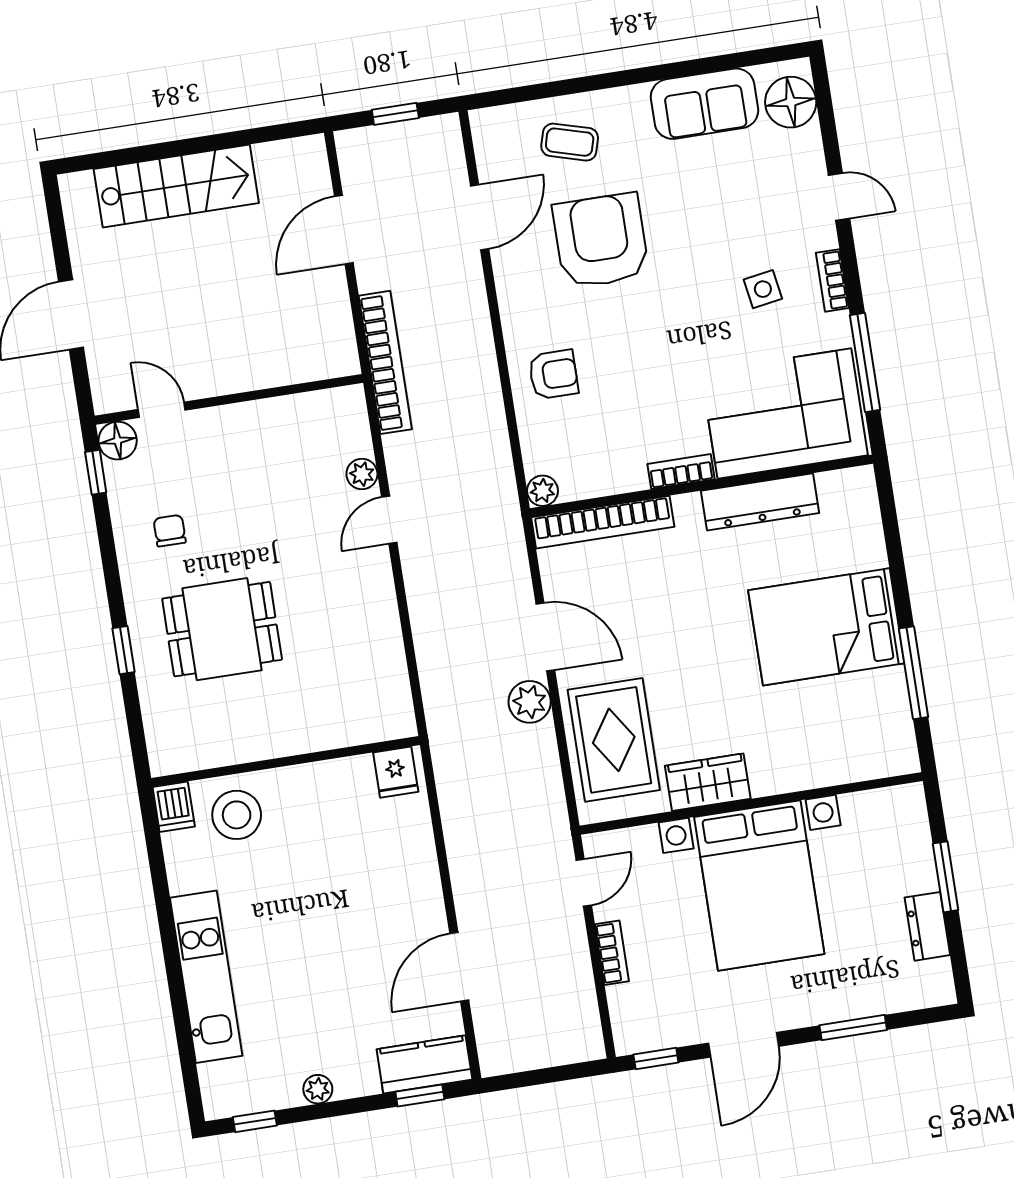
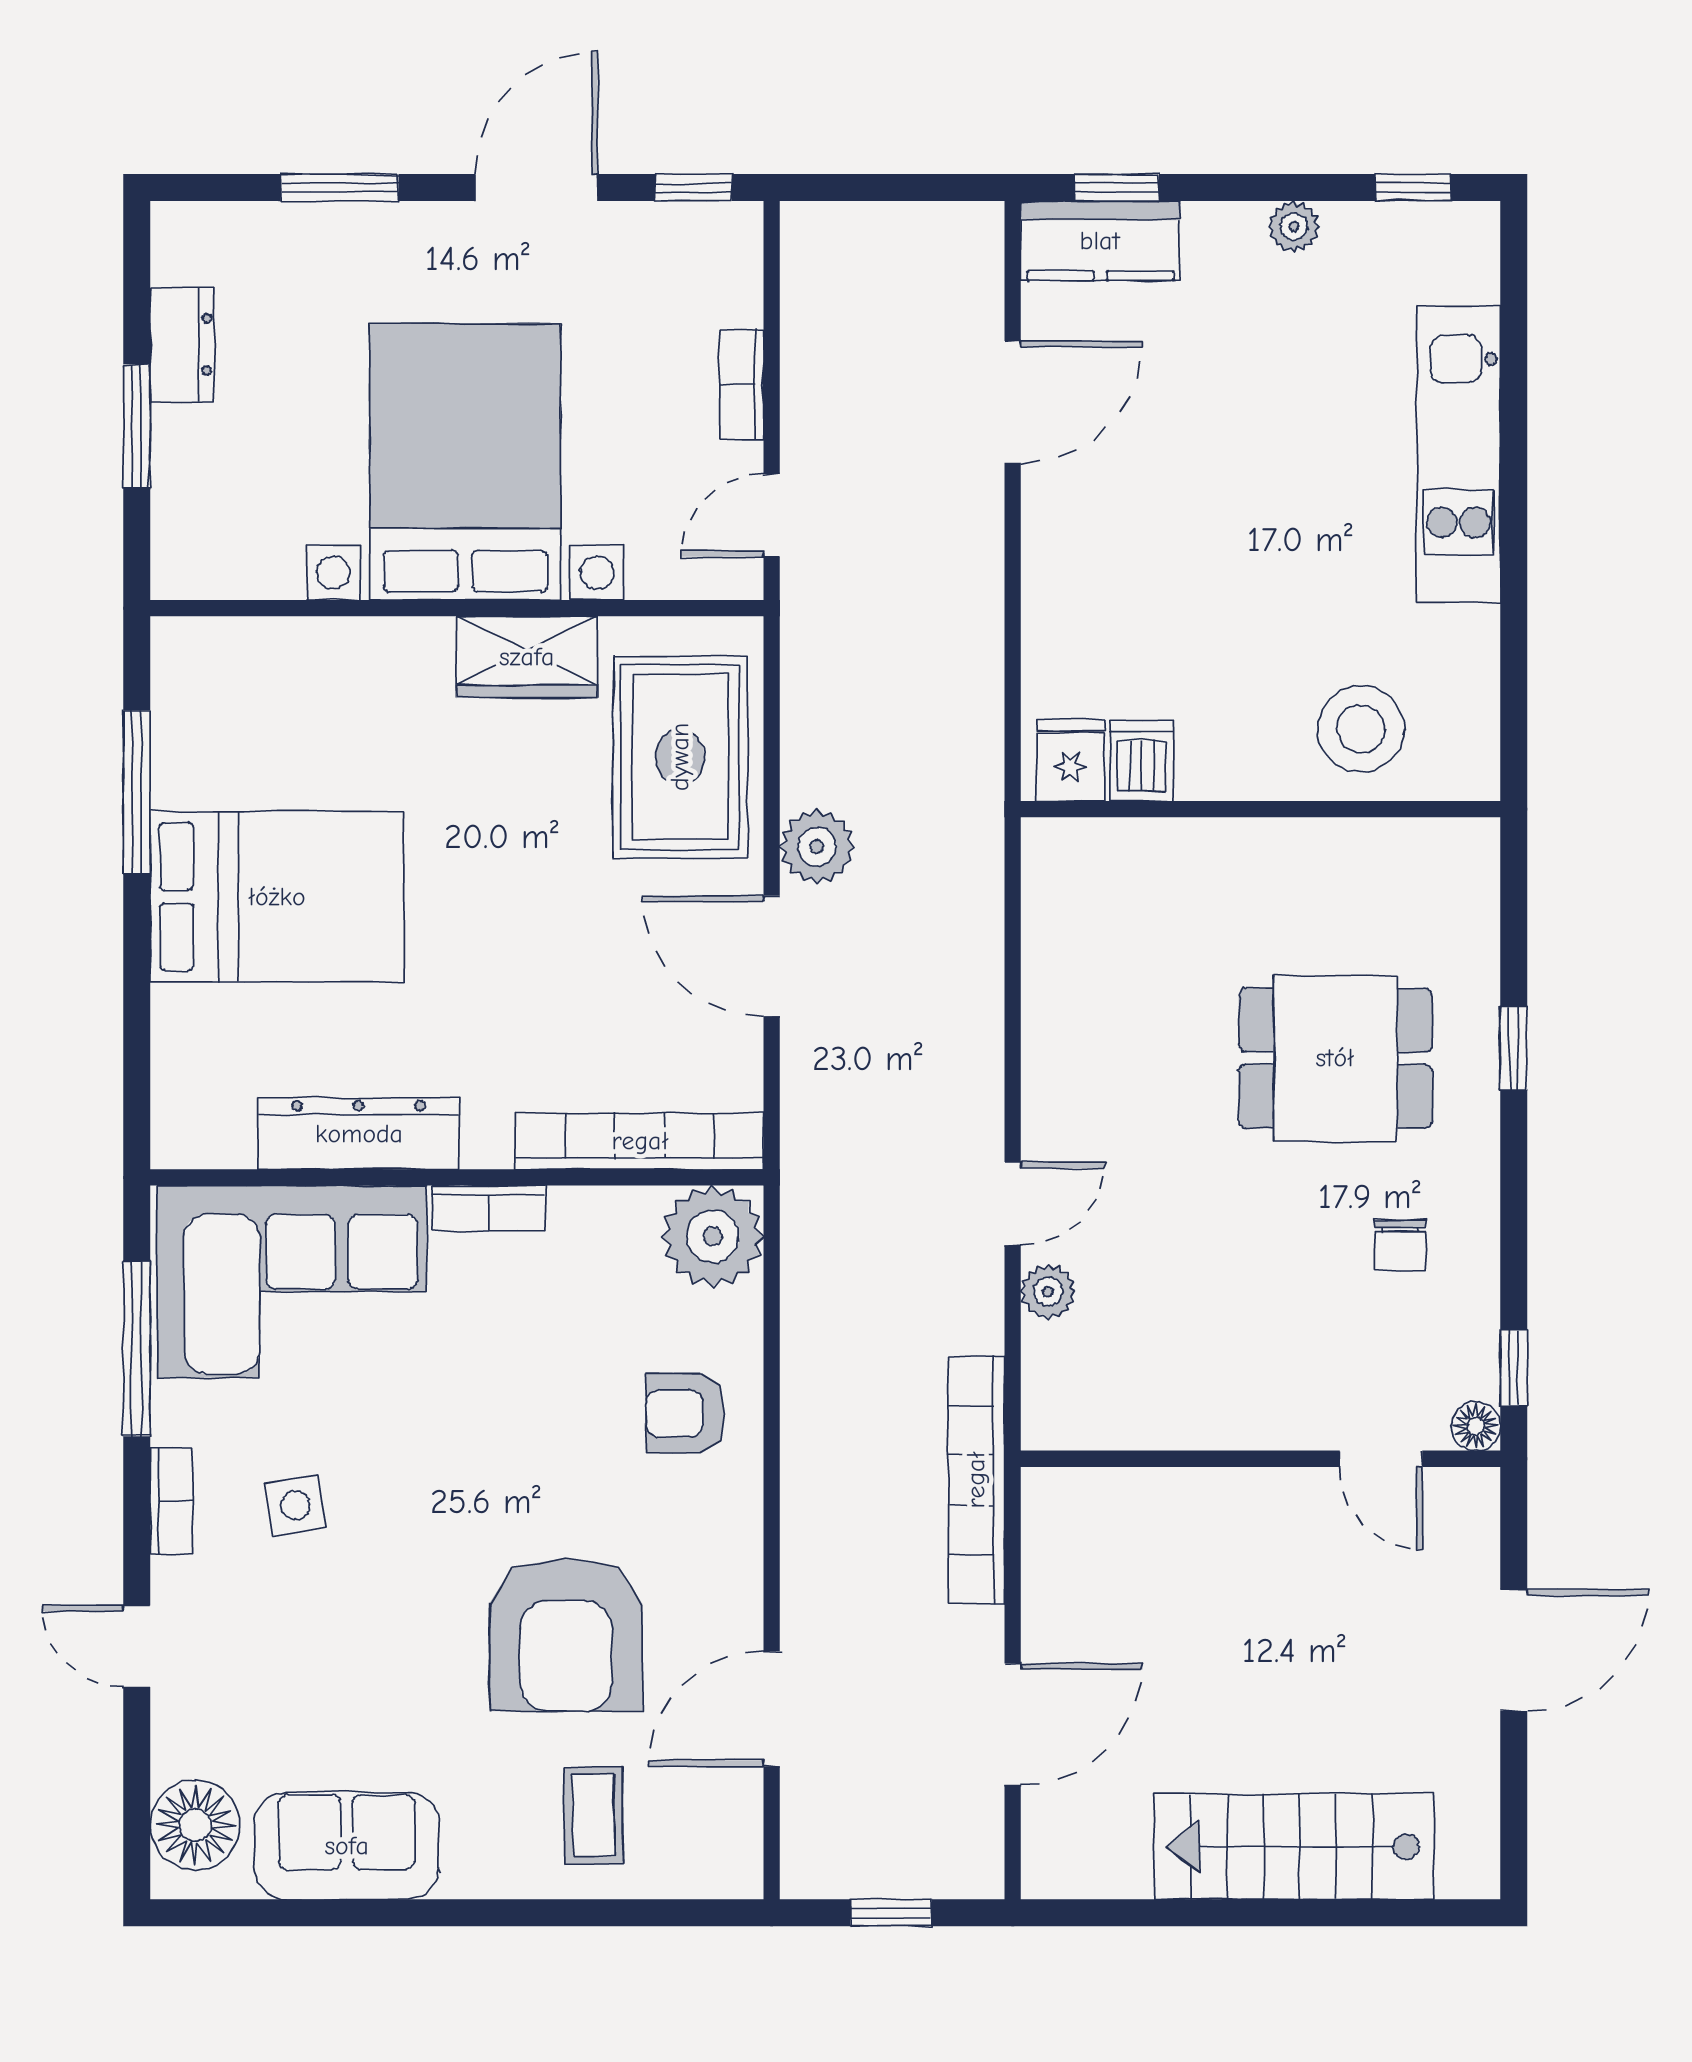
coffee table: (570, 142) -> (593, 1816), turned 73
floor lamp: (118, 441) -> (1476, 1426), width x0.73, depth x0.73
plant: (543, 491) -> (713, 1236), width x1.87, depth x1.87
dishwasher: (174, 807) -> (1142, 760), moved

